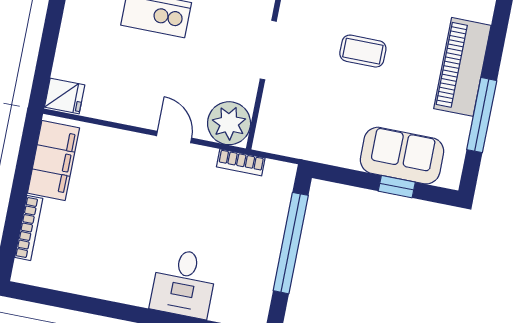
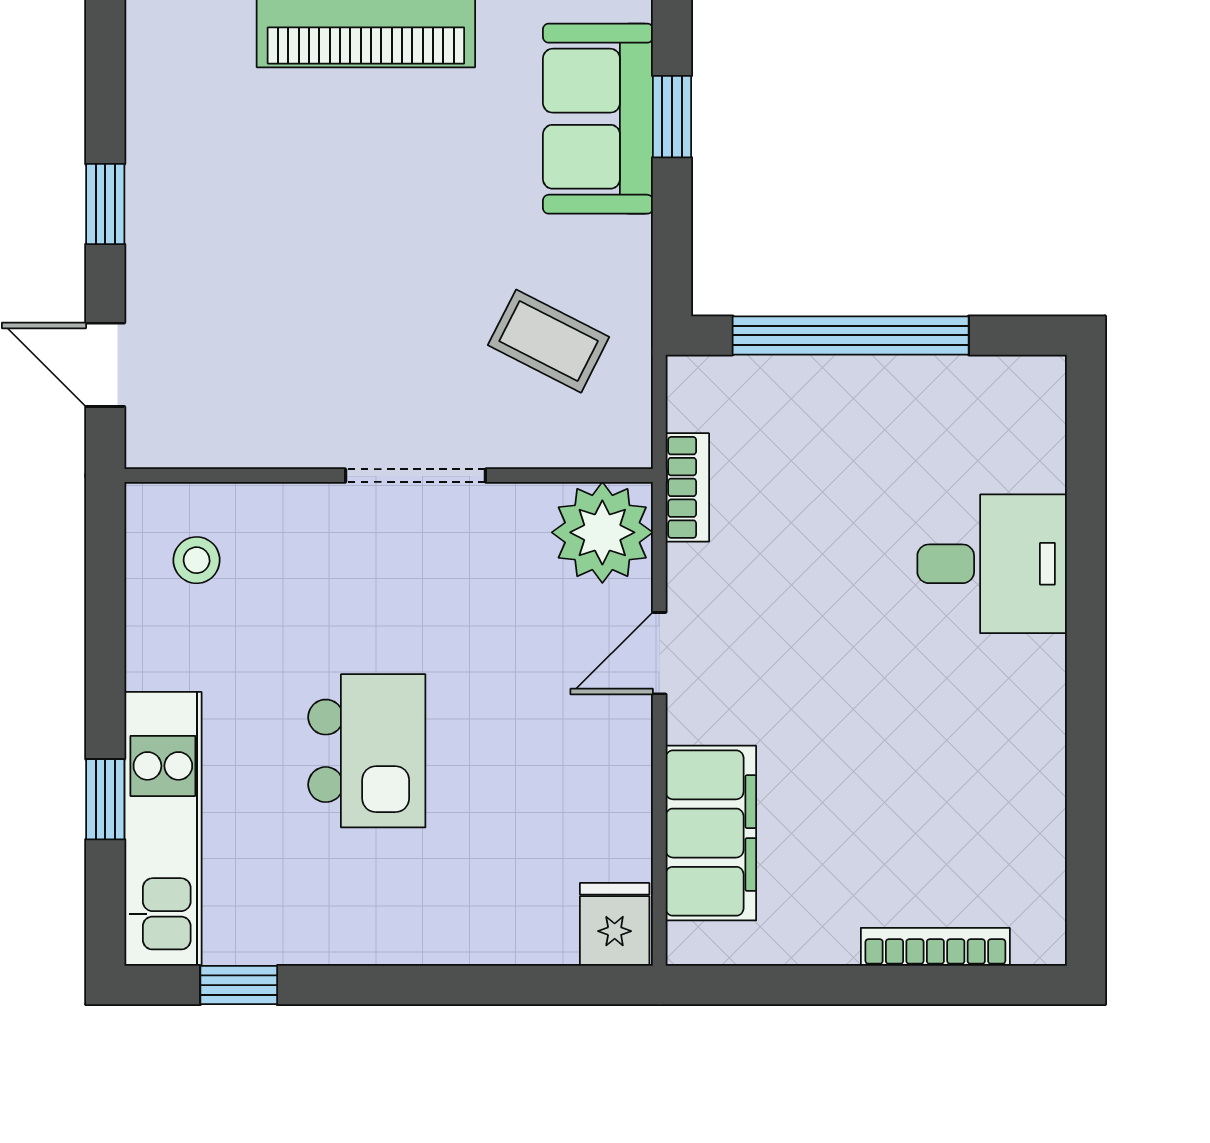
coffee table: (363, 51) -> (549, 341), moved, turned -63
filing cabinet: (53, 160) -> (711, 833), moved, turned 90

